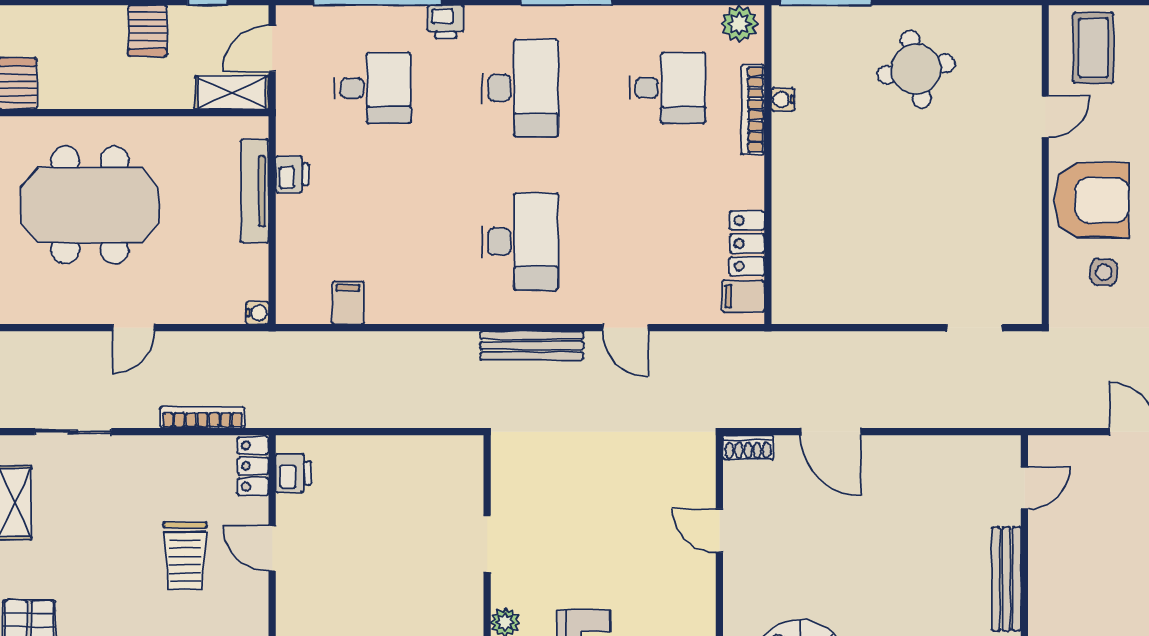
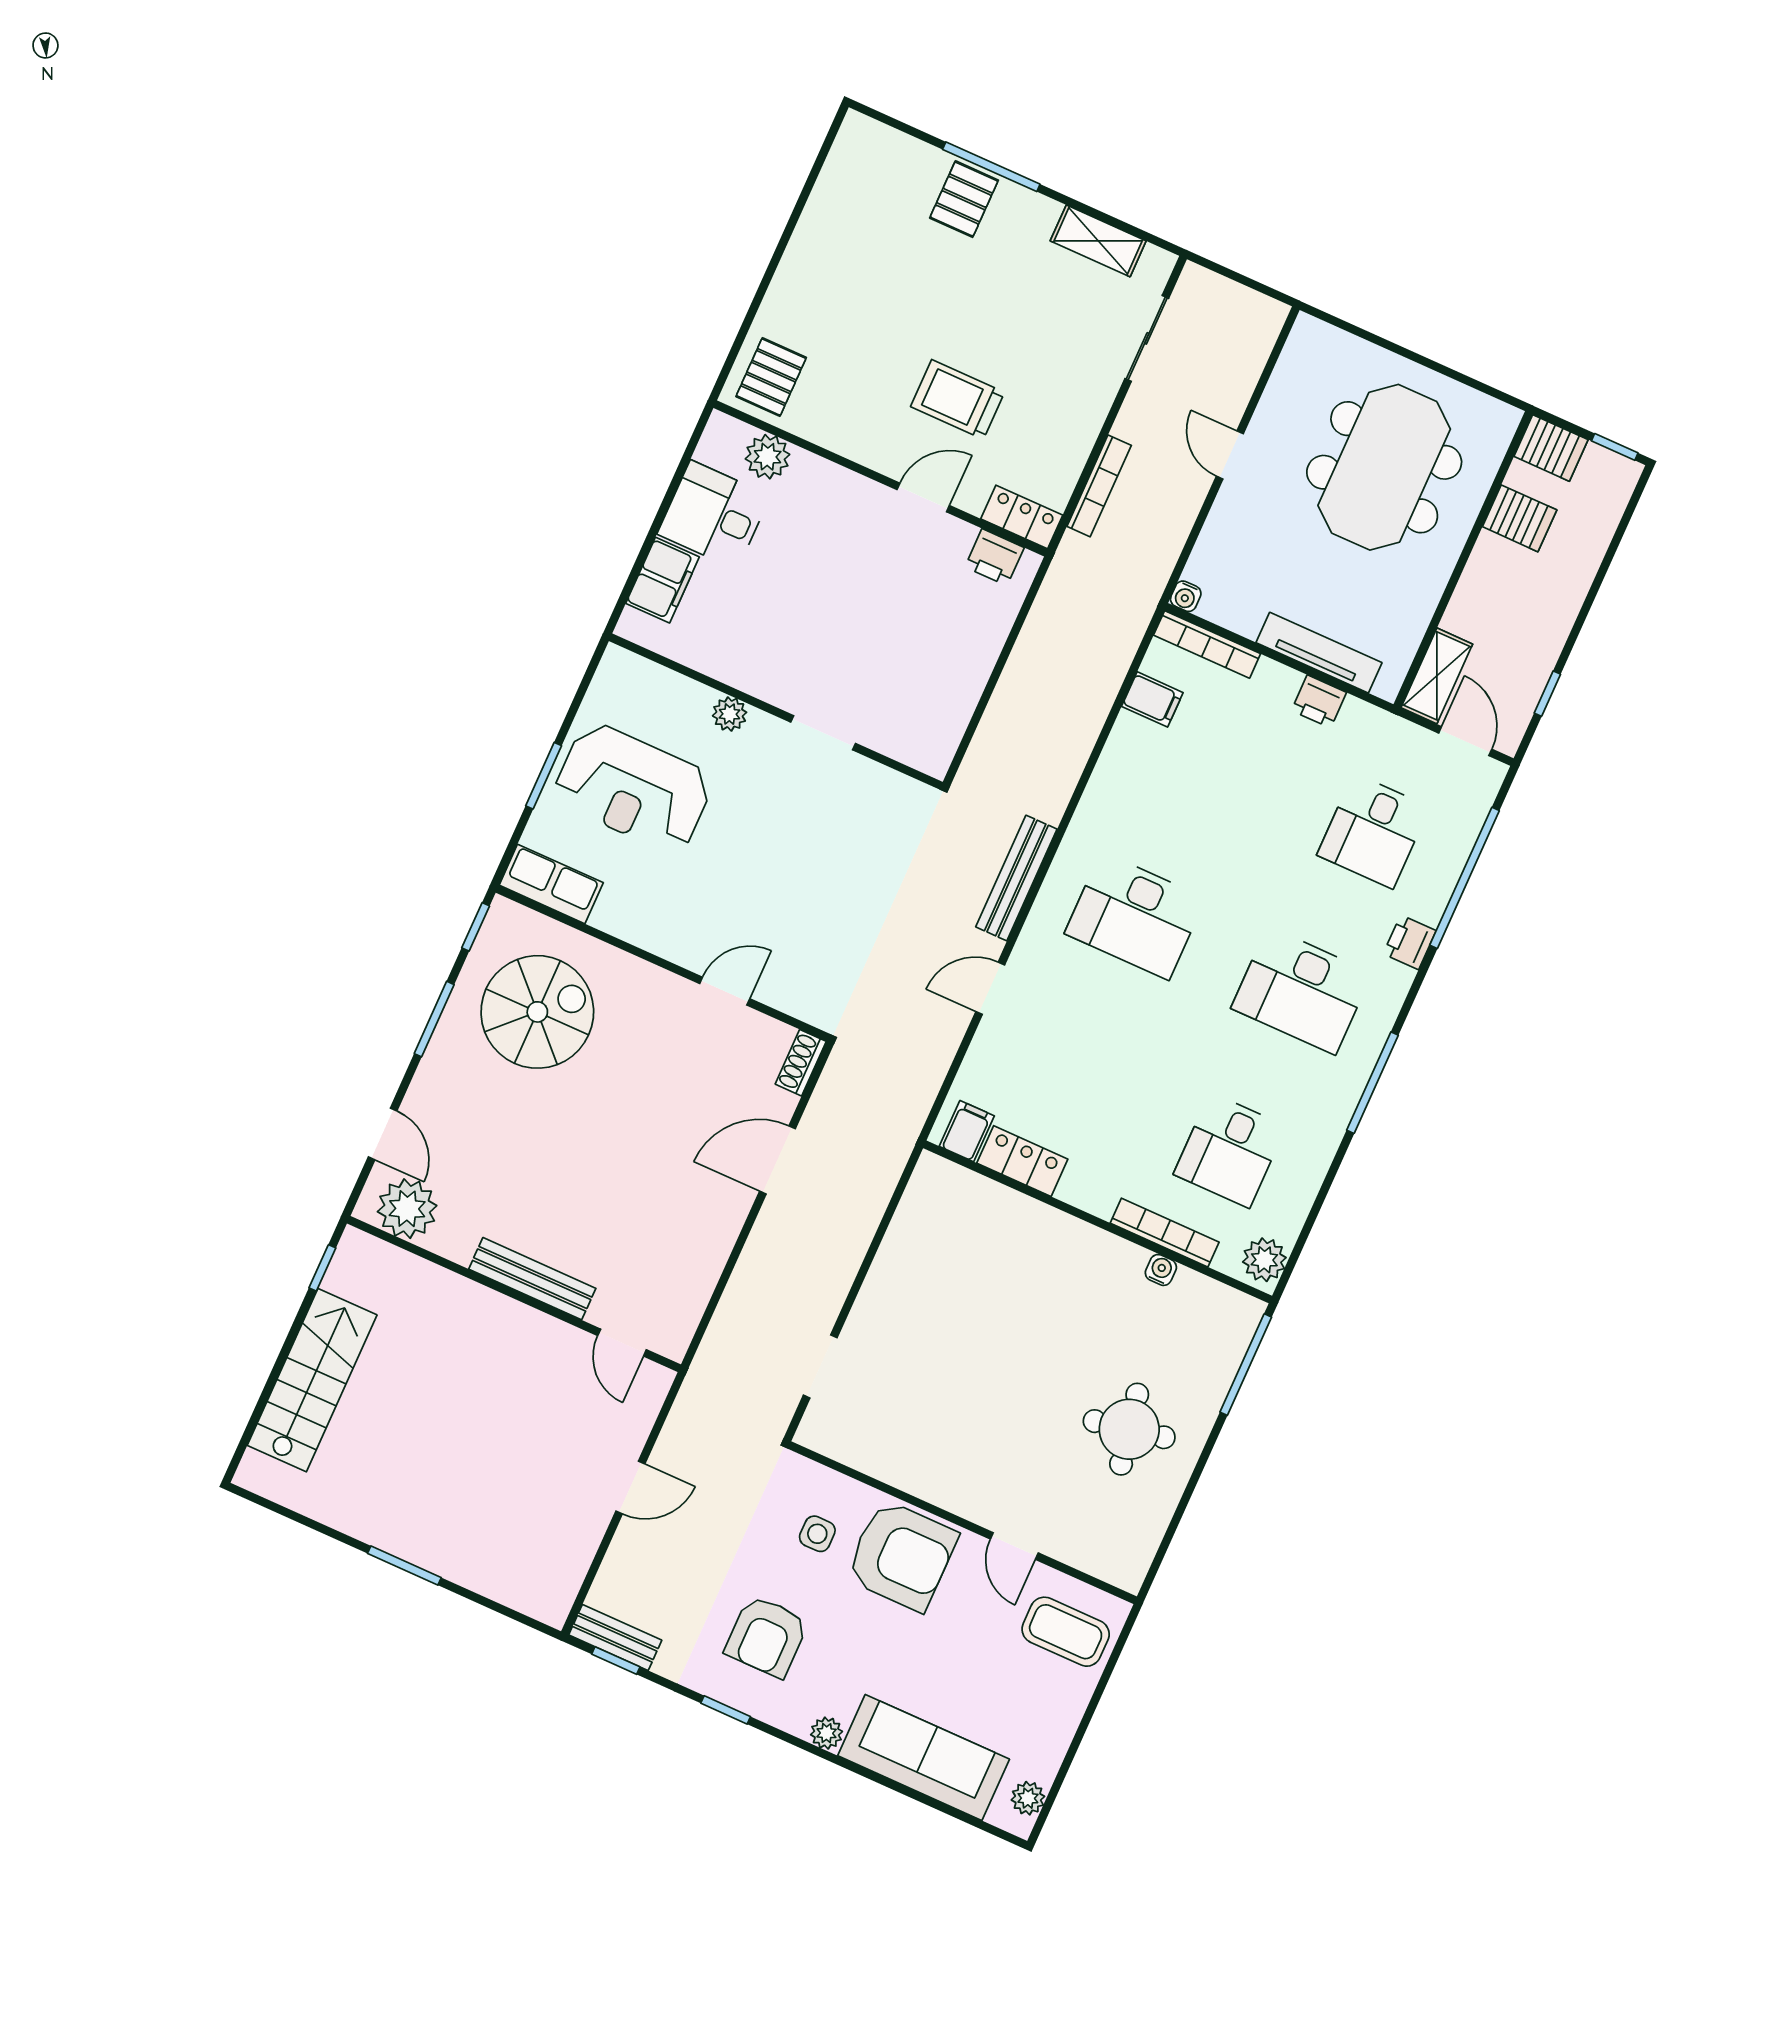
server rack: (148, 31) -> (1520, 518), moved, turned 180
armchair: (1091, 200) -> (902, 1556), turned -90
bookcase: (287, 280) -> (1207, 644), added

